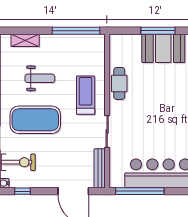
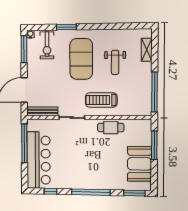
window: (158, 31) -> (154, 145), moved
treadmill: (86, 95) -> (101, 100), turned 180
window: (22, 191) -> (24, 49), width x2.17

